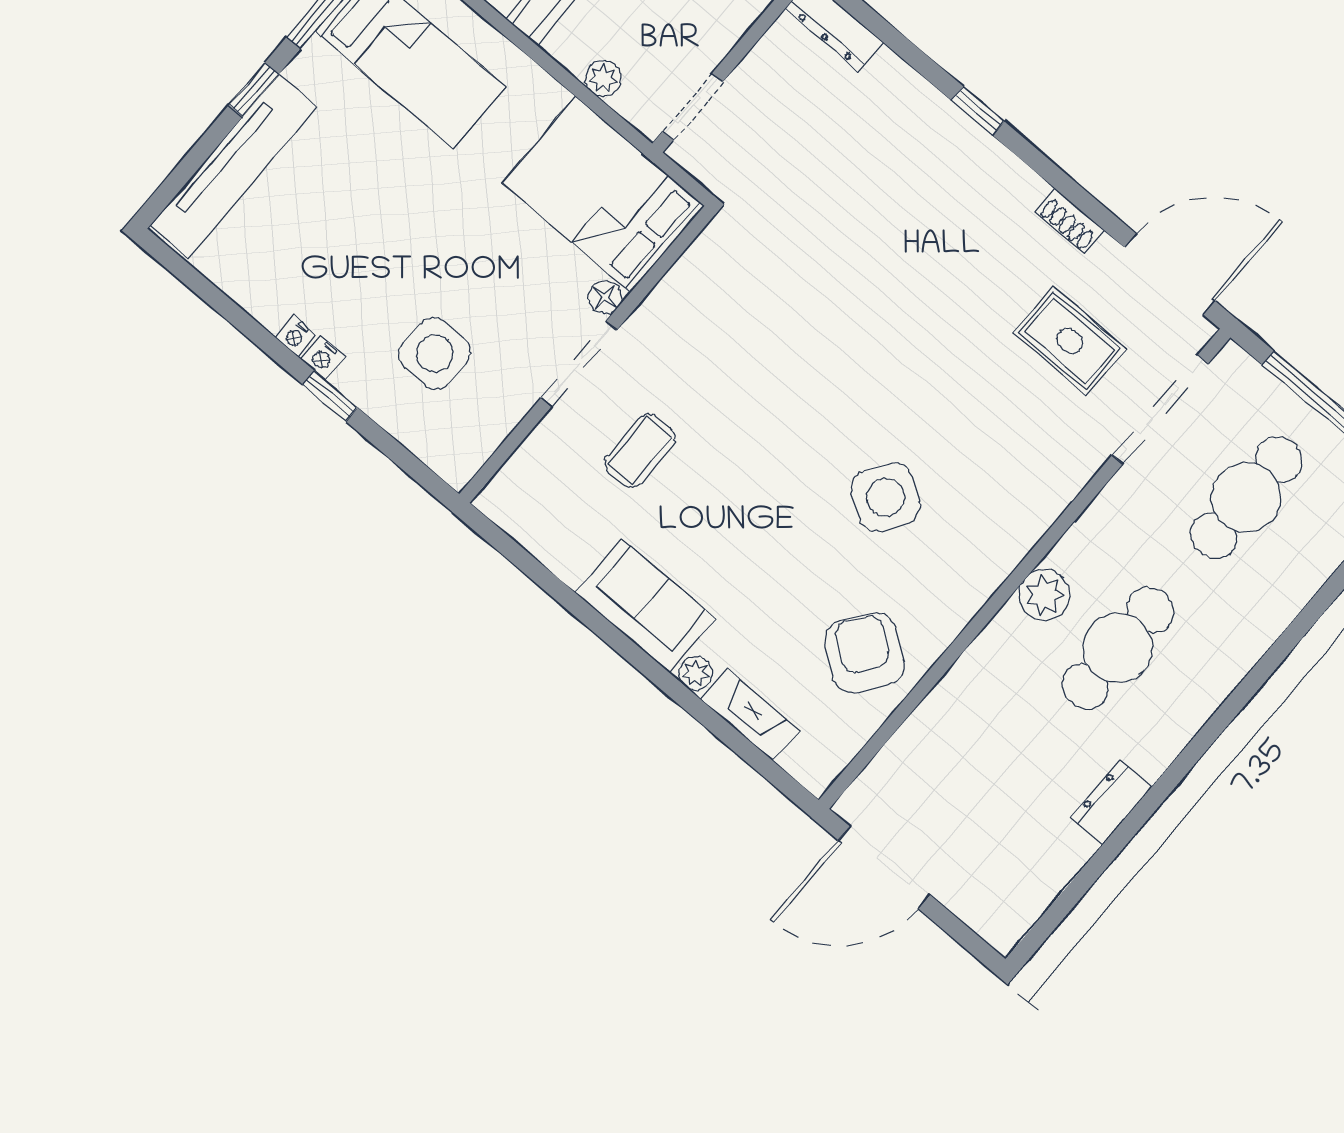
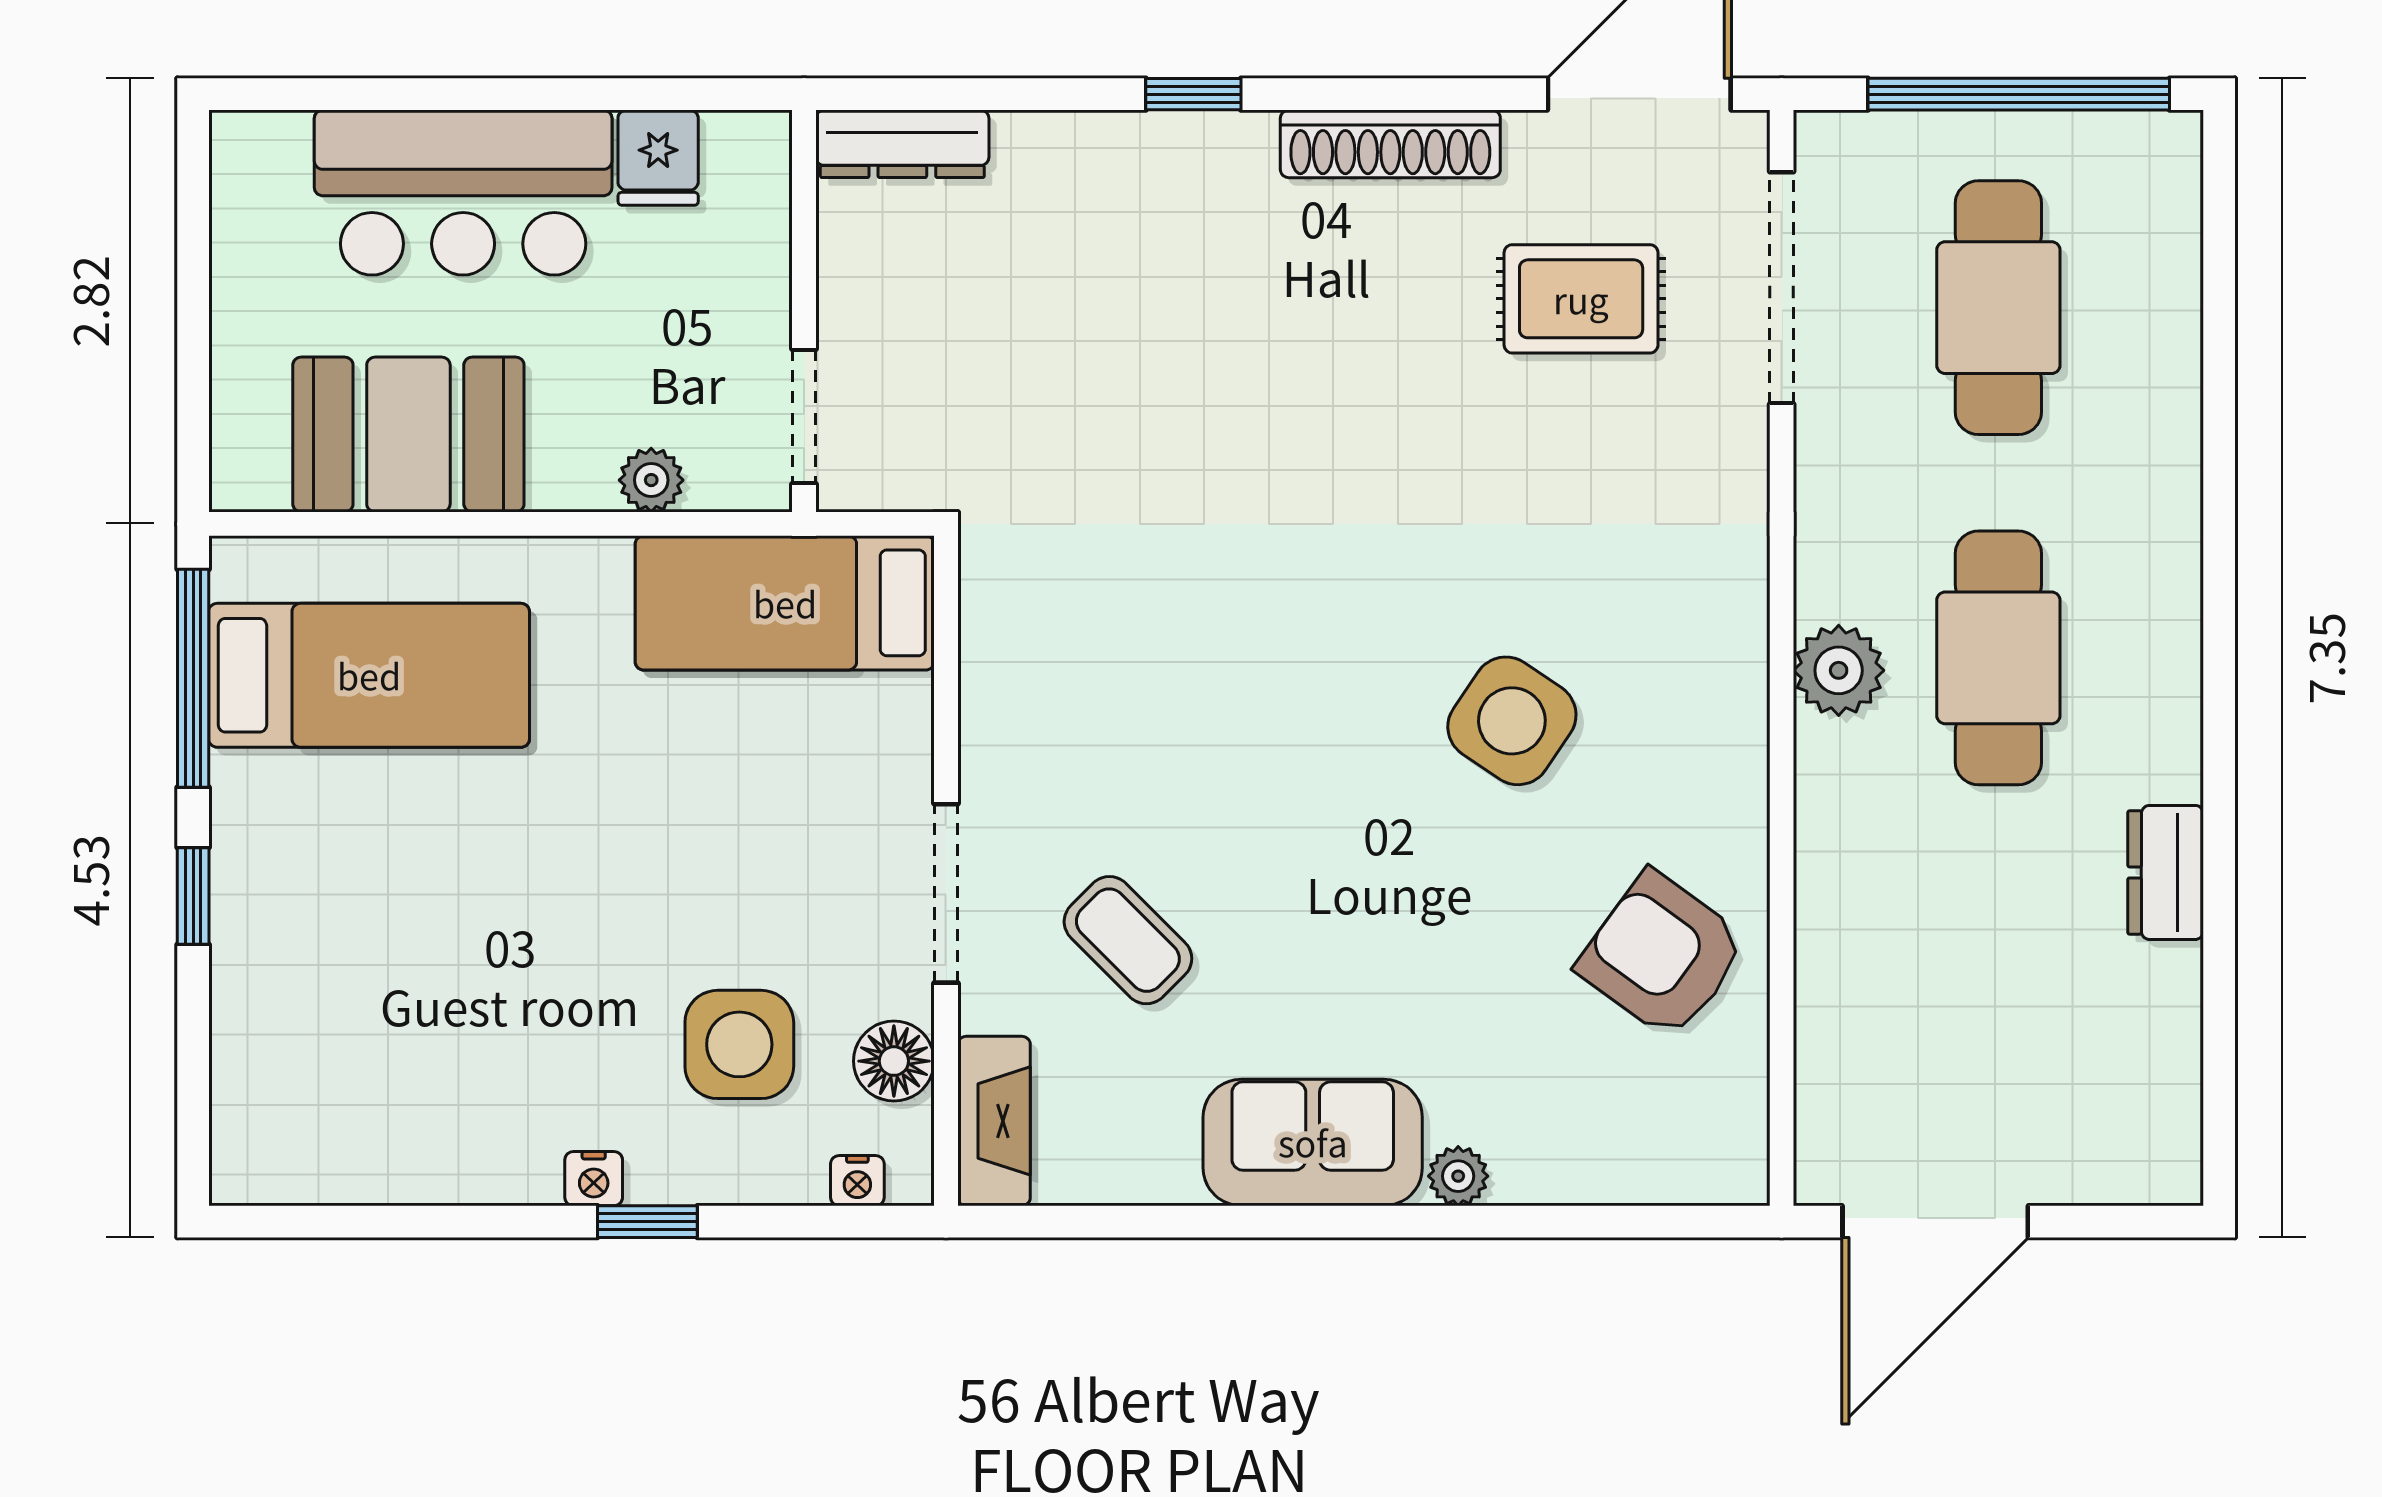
tv unit: (234, 166) -> (254, 1022), removed
bed: (603, 195) -> (785, 603), width x0.67
shoe rack: (1070, 221) -> (1390, 144), width x1.94, depth x1.24
floor lamp: (605, 297) -> (894, 1061), moved, width x1.37, depth x1.37
nightstand: (295, 336) -> (857, 1181), moved
coffee table: (640, 451) -> (1128, 940), turned -45
fireplace: (750, 715) -> (994, 1121), moved, turned 90

